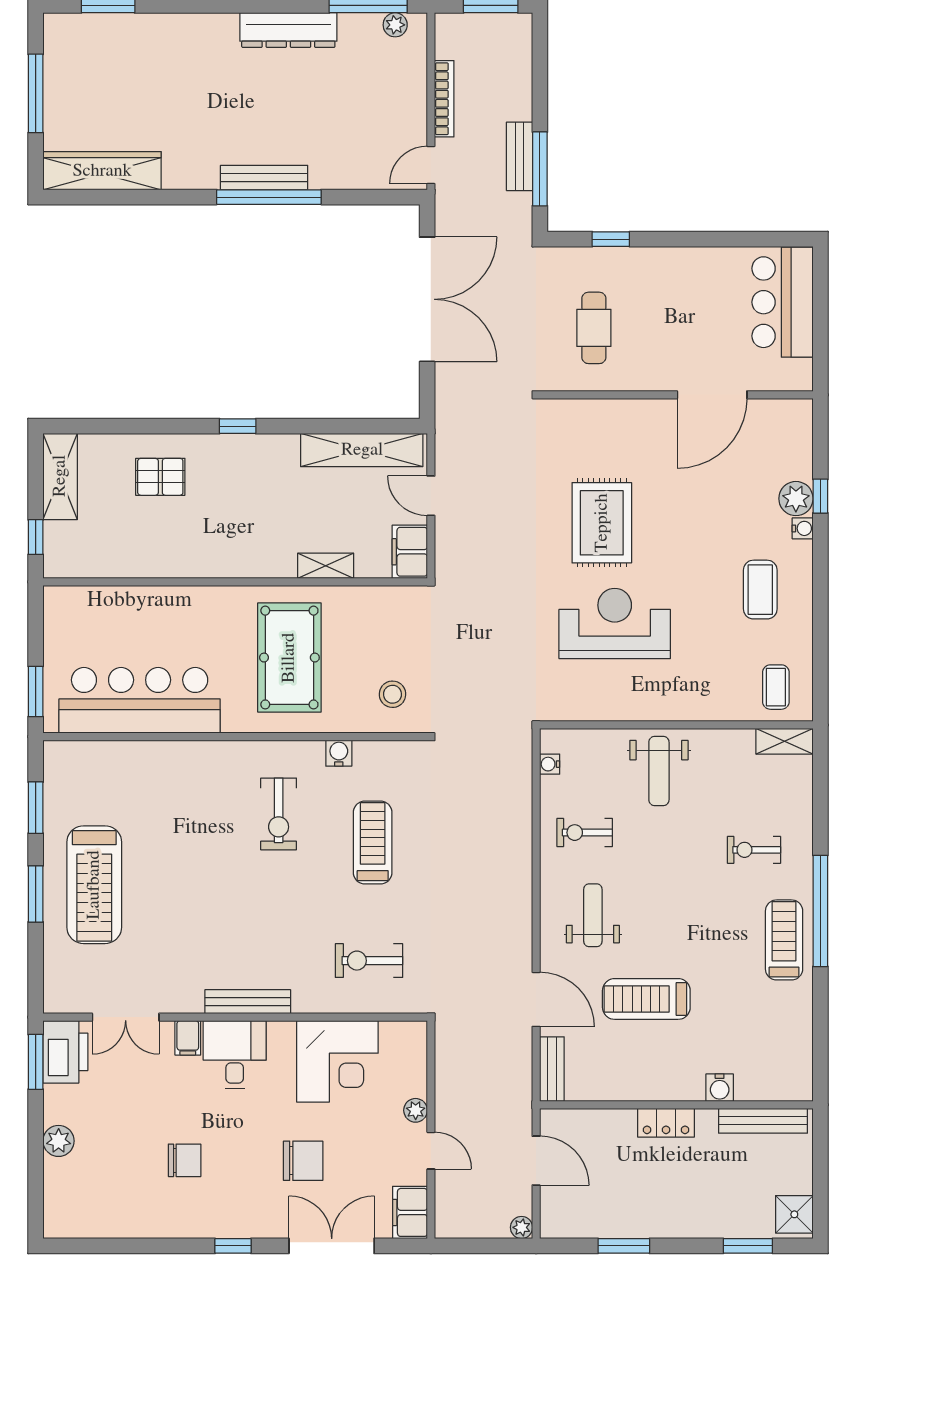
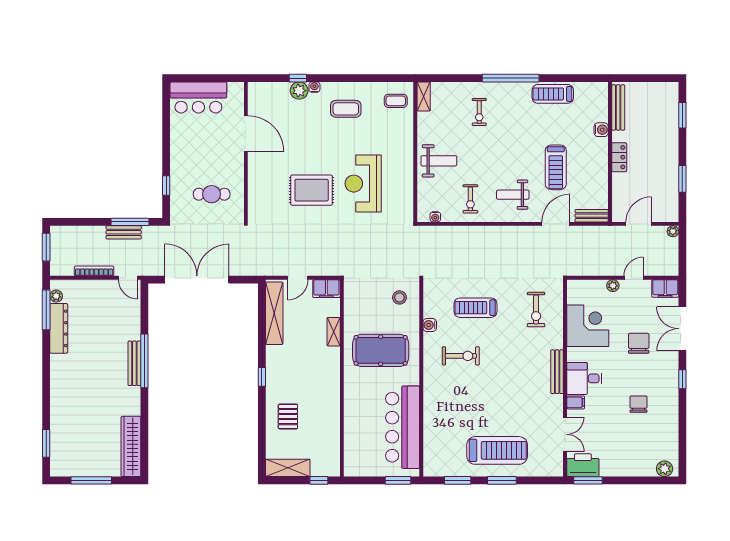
dresser: (288, 30) -> (59, 328), moved
treadmill: (784, 940) -> (553, 94), moved
plant: (59, 1141) -> (665, 469), moved
shower: (794, 1214) -> (666, 91), removed

